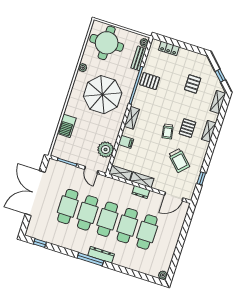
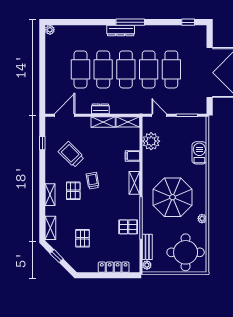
locker: (169, 48) -> (114, 267), width x1.53

